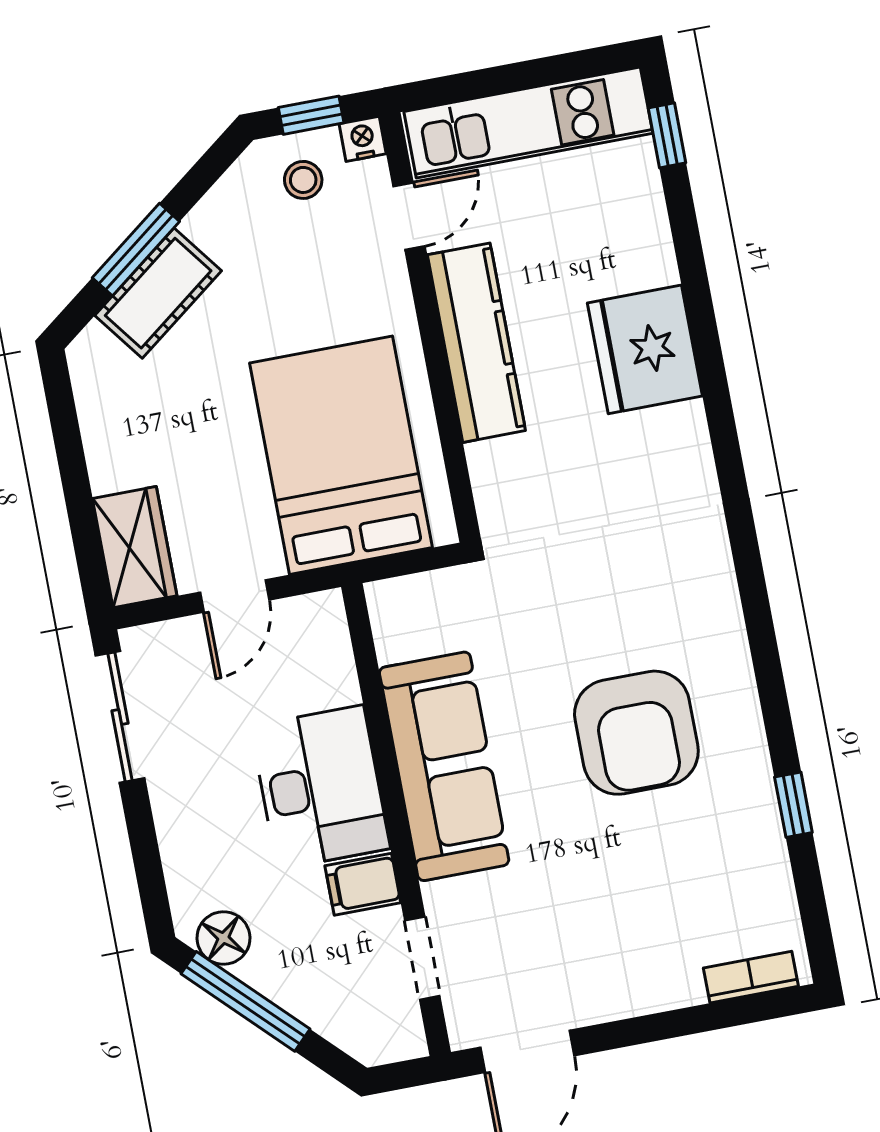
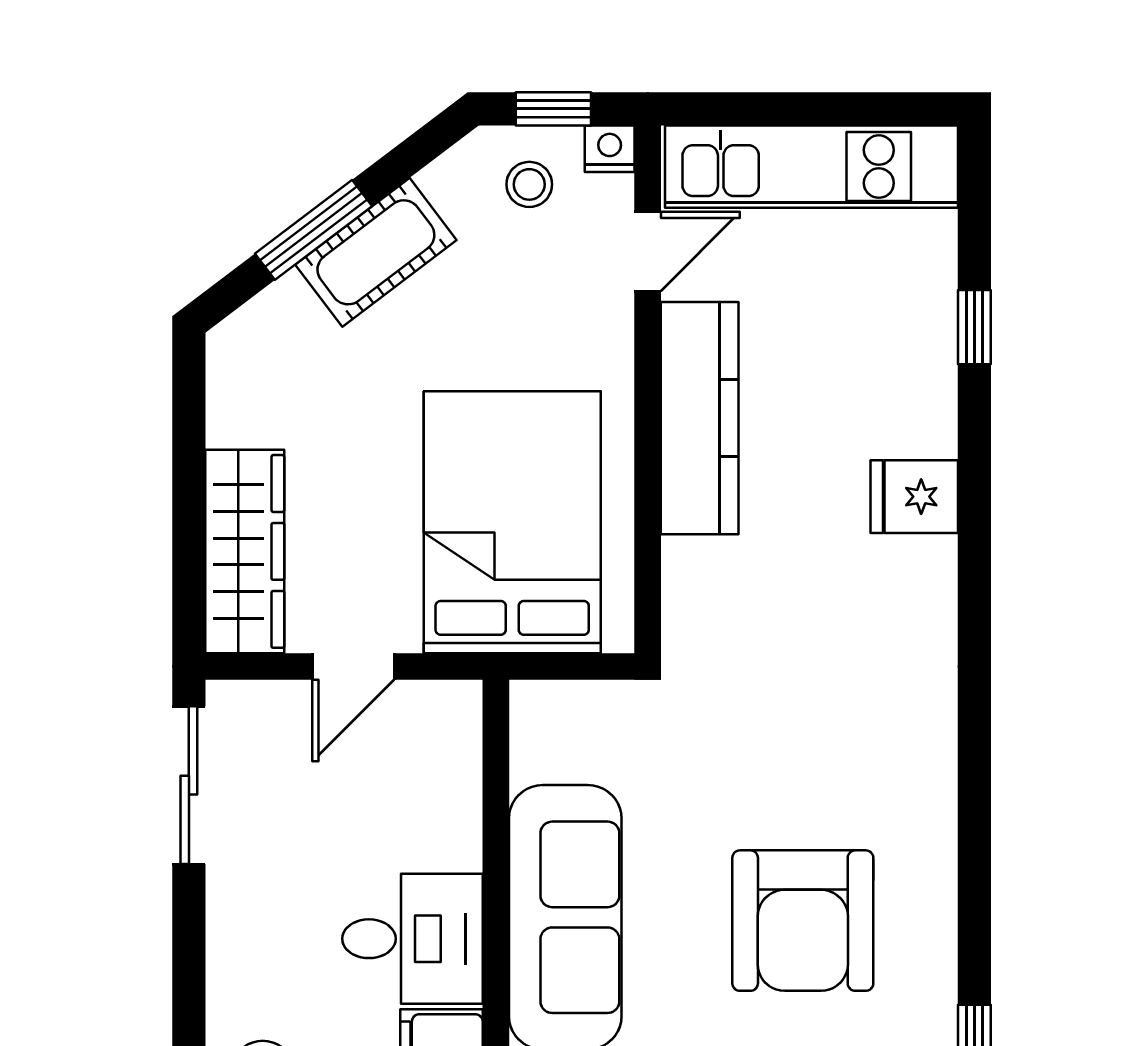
window: (667, 135) -> (974, 327), moved
cot: (158, 293) -> (376, 252), moved
fridge: (645, 349) -> (914, 497), width x0.53, depth x0.75
wardrobe: (135, 547) -> (245, 551), width x1.50
desk: (320, 787) -> (412, 939), width x0.73

